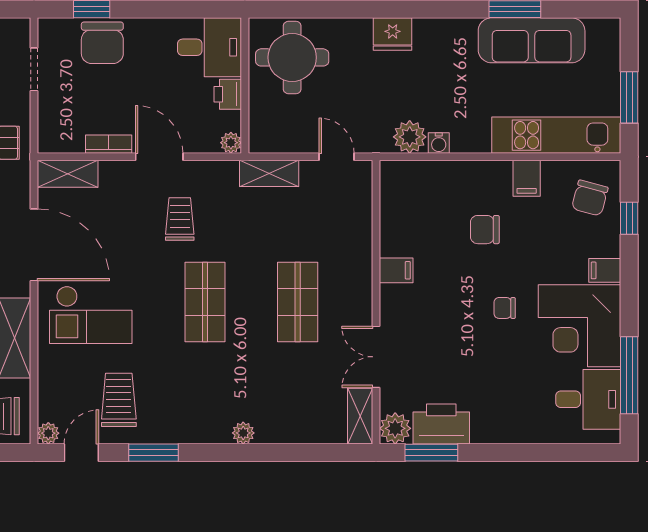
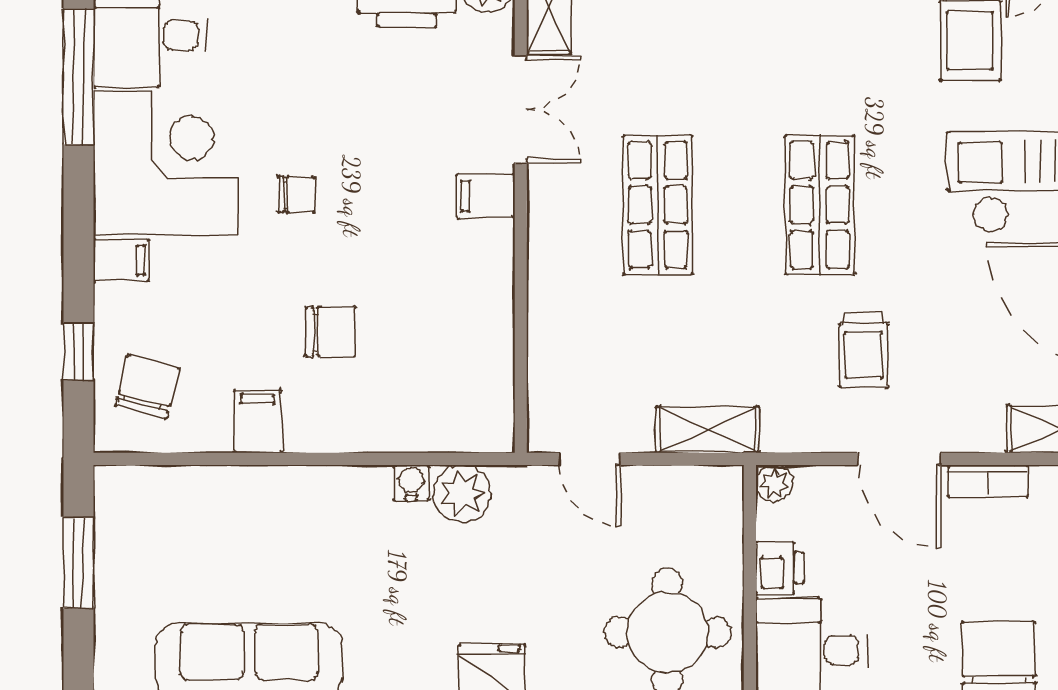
kitchen unit: (556, 135) -> (206, 497), removed
filing cabinet: (396, 270) -> (486, 196), moved

